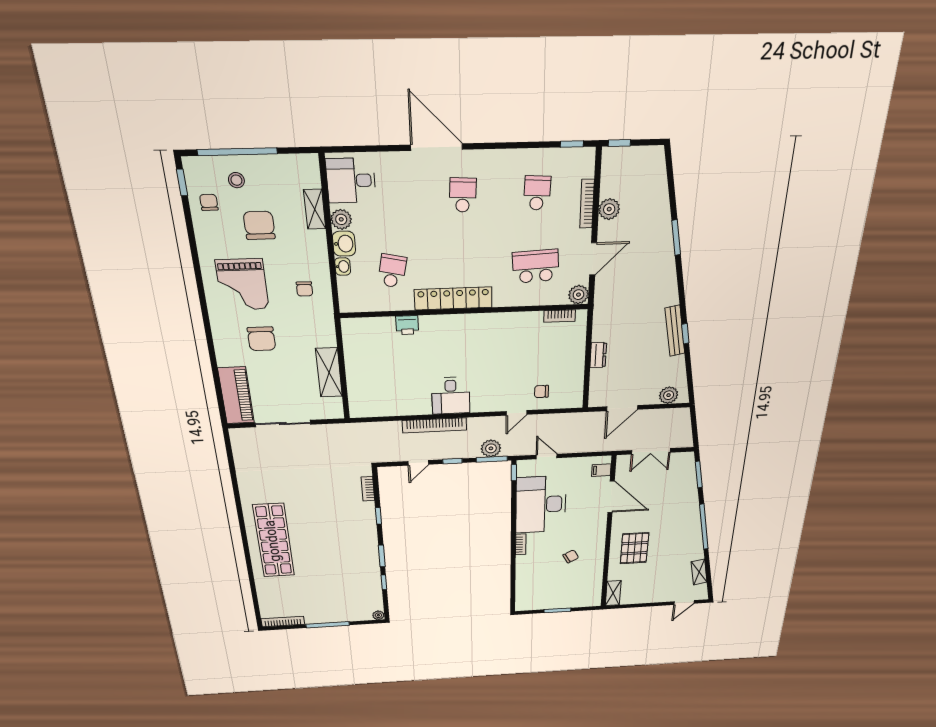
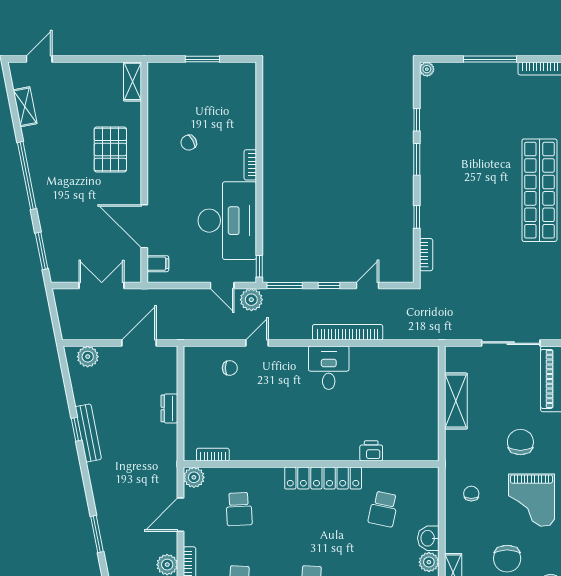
washbasin: (343, 266) -> (432, 515), removed
school desk: (536, 266) -> (239, 509), width x0.54
grand piano: (242, 285) -> (531, 500), turned 180
plant: (491, 448) -> (251, 300), moved

